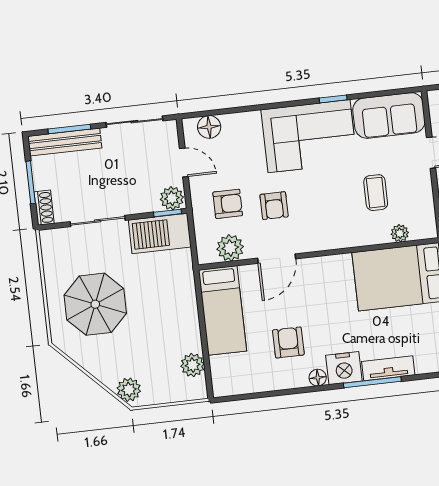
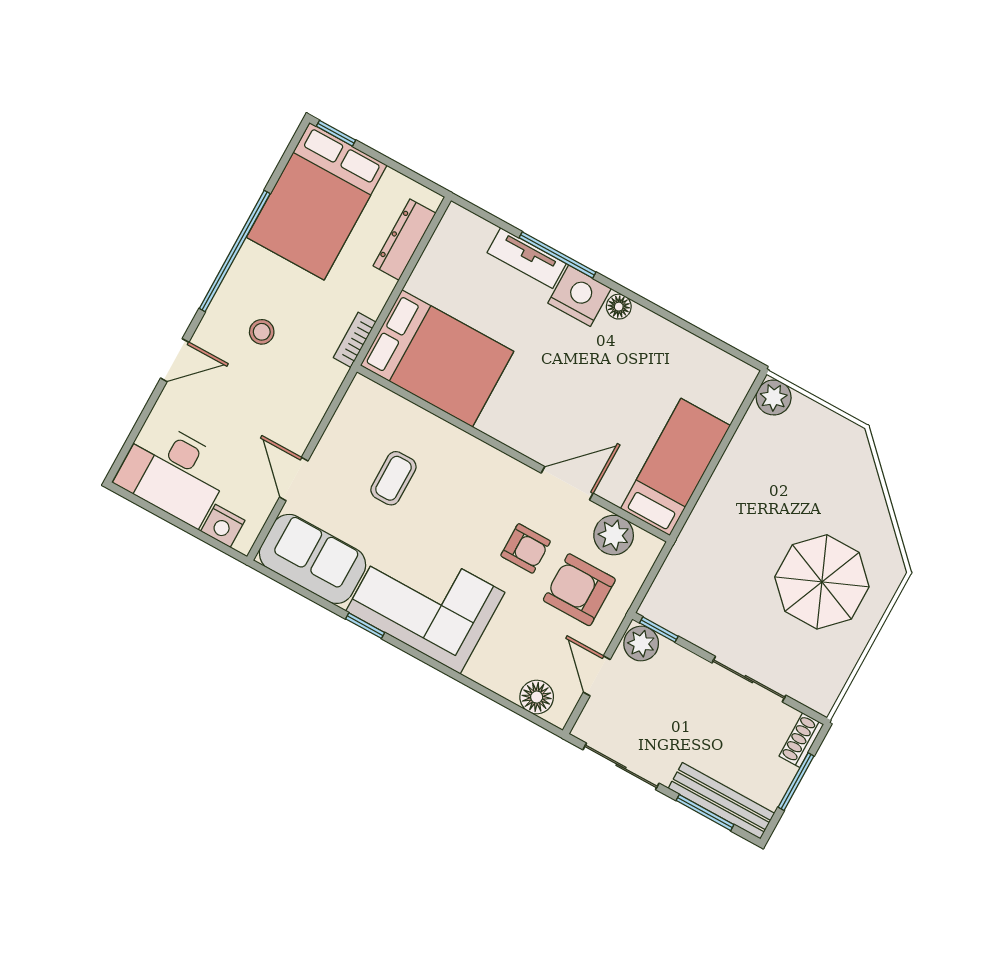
armchair: (228, 204) -> (579, 590), width x1.38, depth x1.38
armchair: (274, 206) -> (526, 548), turned 90
barbecue: (160, 233) -> (685, 612), removed
plant: (400, 233) -> (399, 409), removed
armchair: (288, 342) -> (624, 373), removed
plant: (193, 365) -> (774, 398), moved
plant: (129, 390) -> (854, 452), removed

